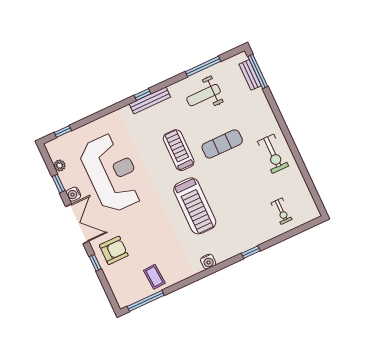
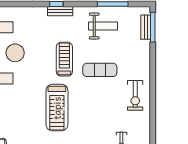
weight bench: (203, 95) -> (103, 26), turned 180
bench: (150, 100) -> (60, 11), width x0.73

